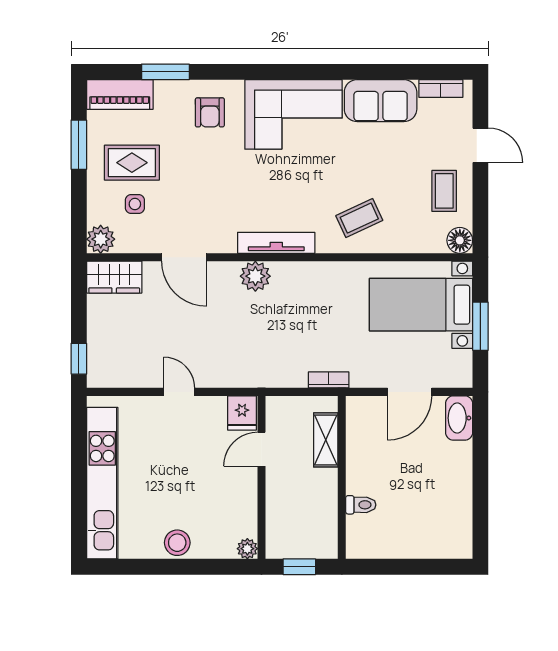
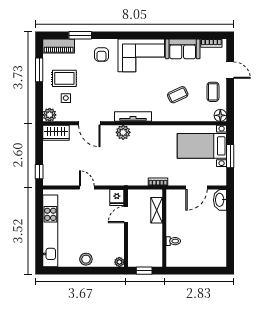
coffee table: (359, 218) -> (178, 95), moved

